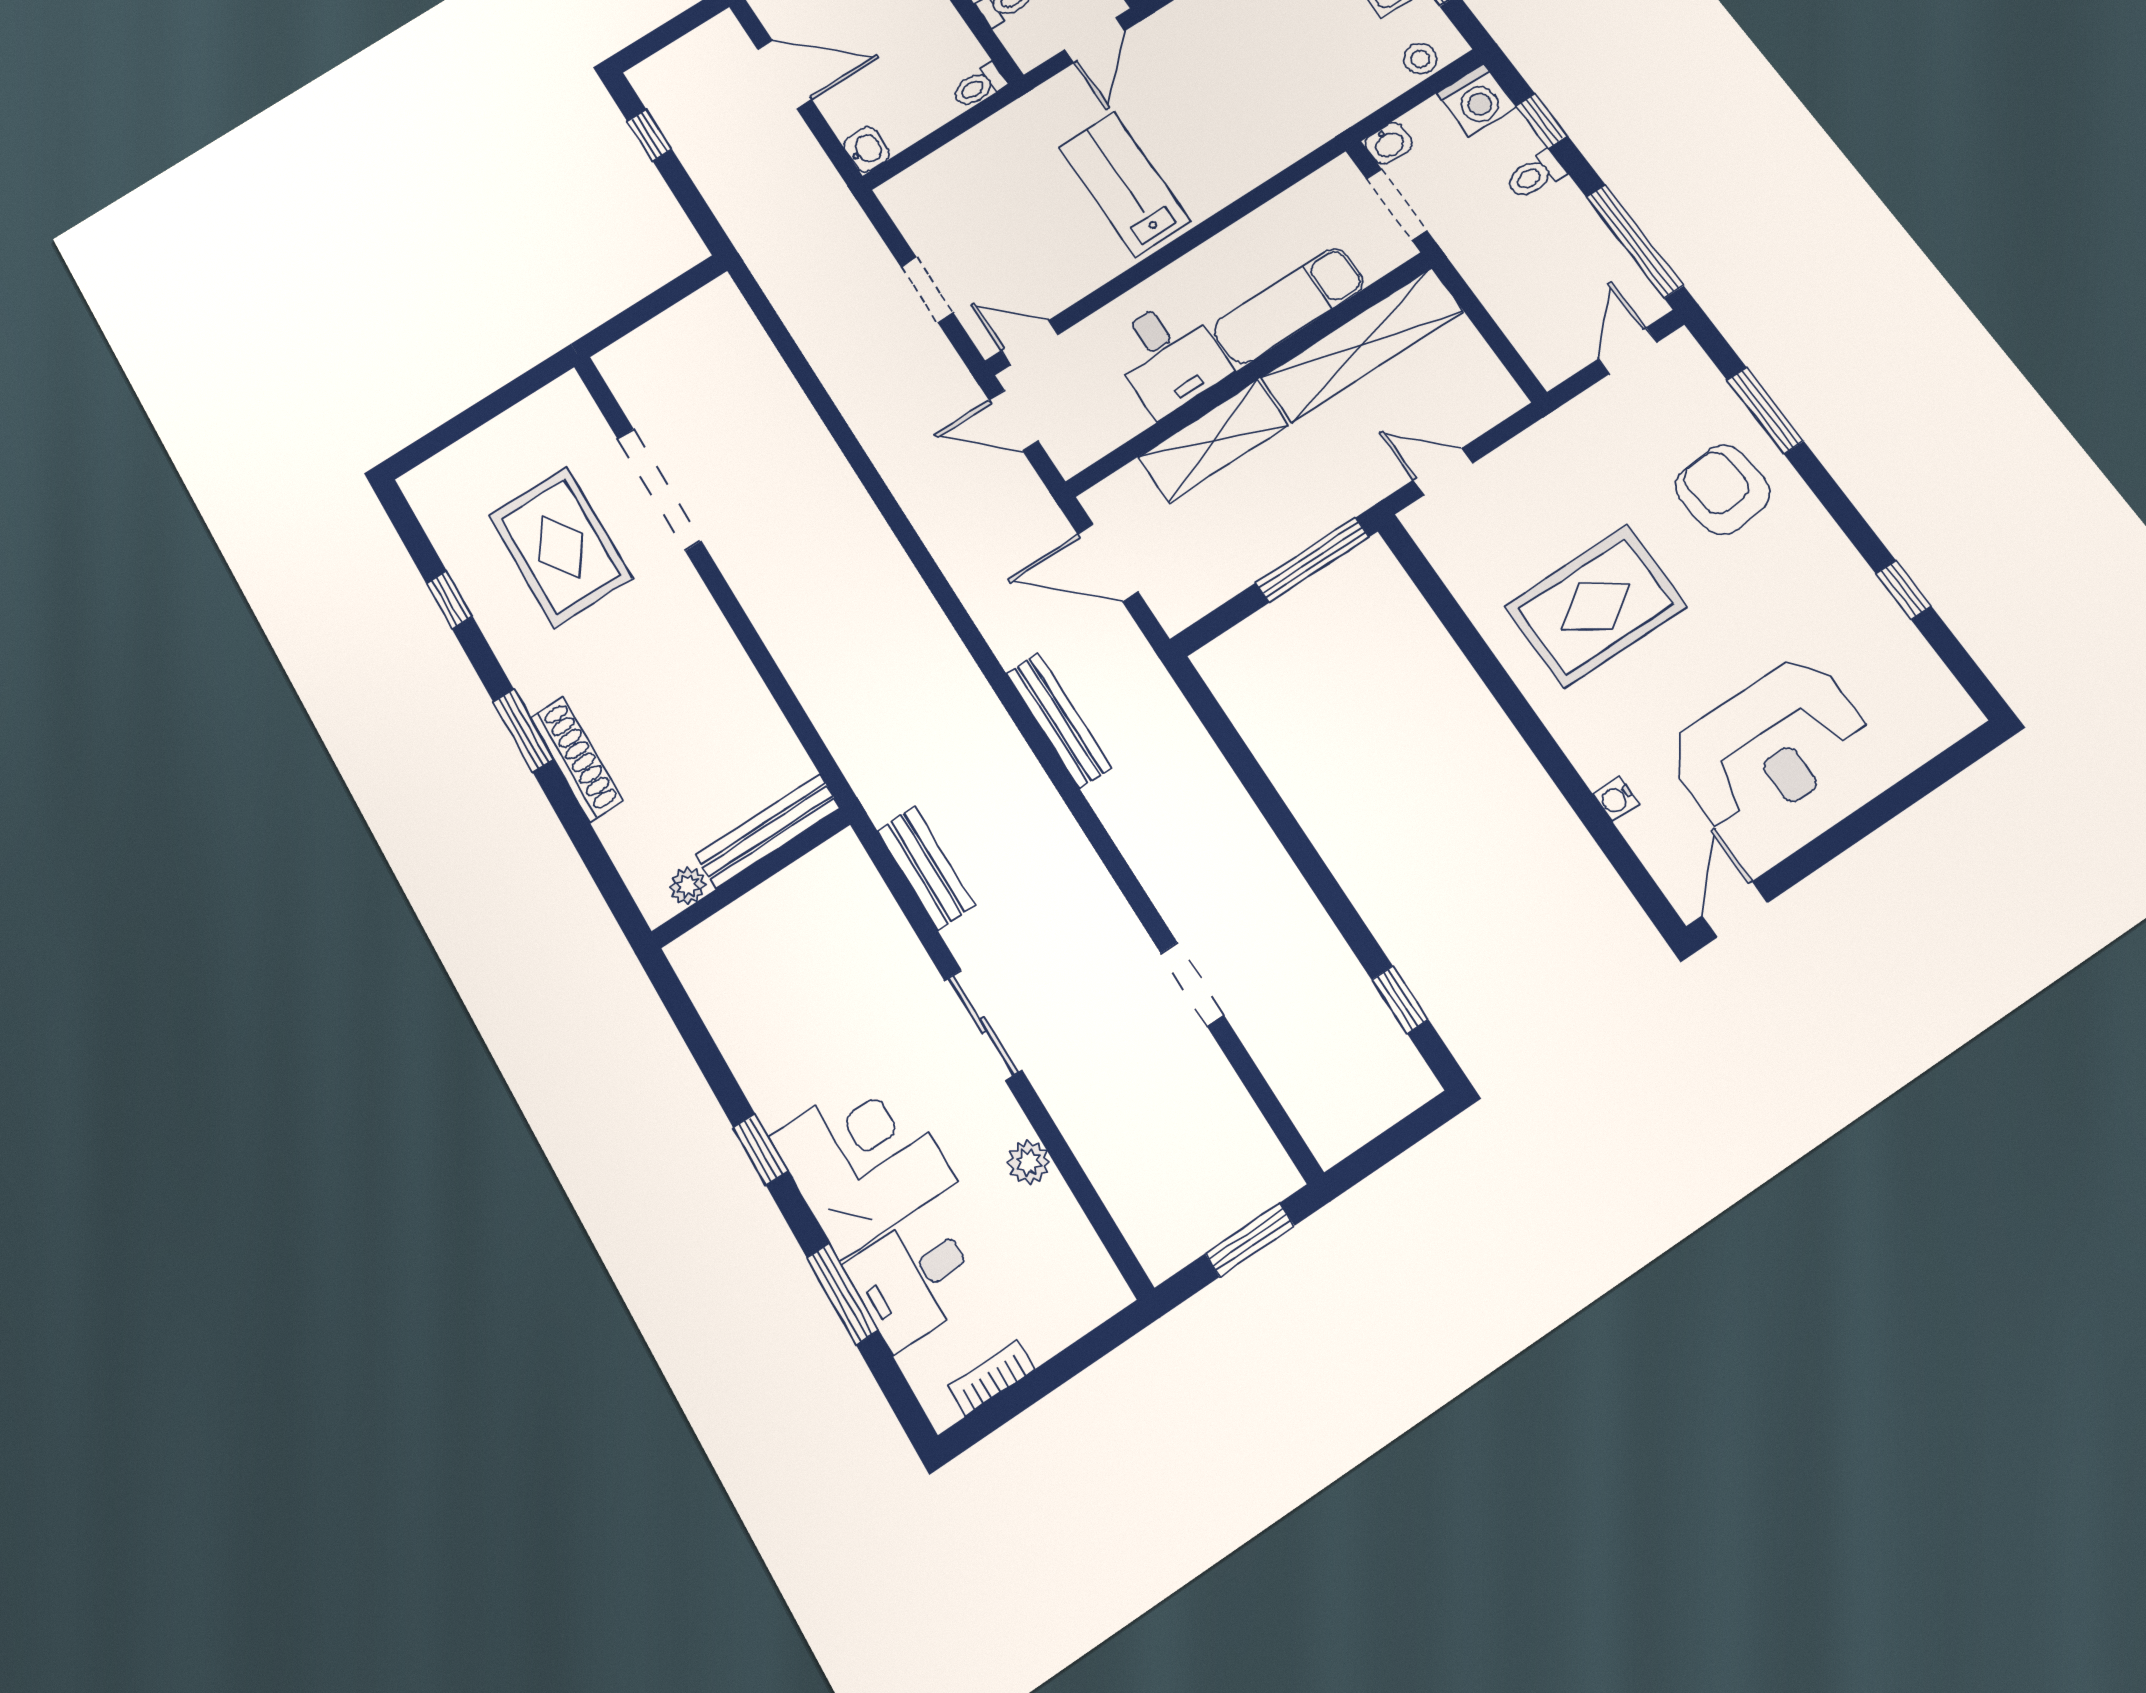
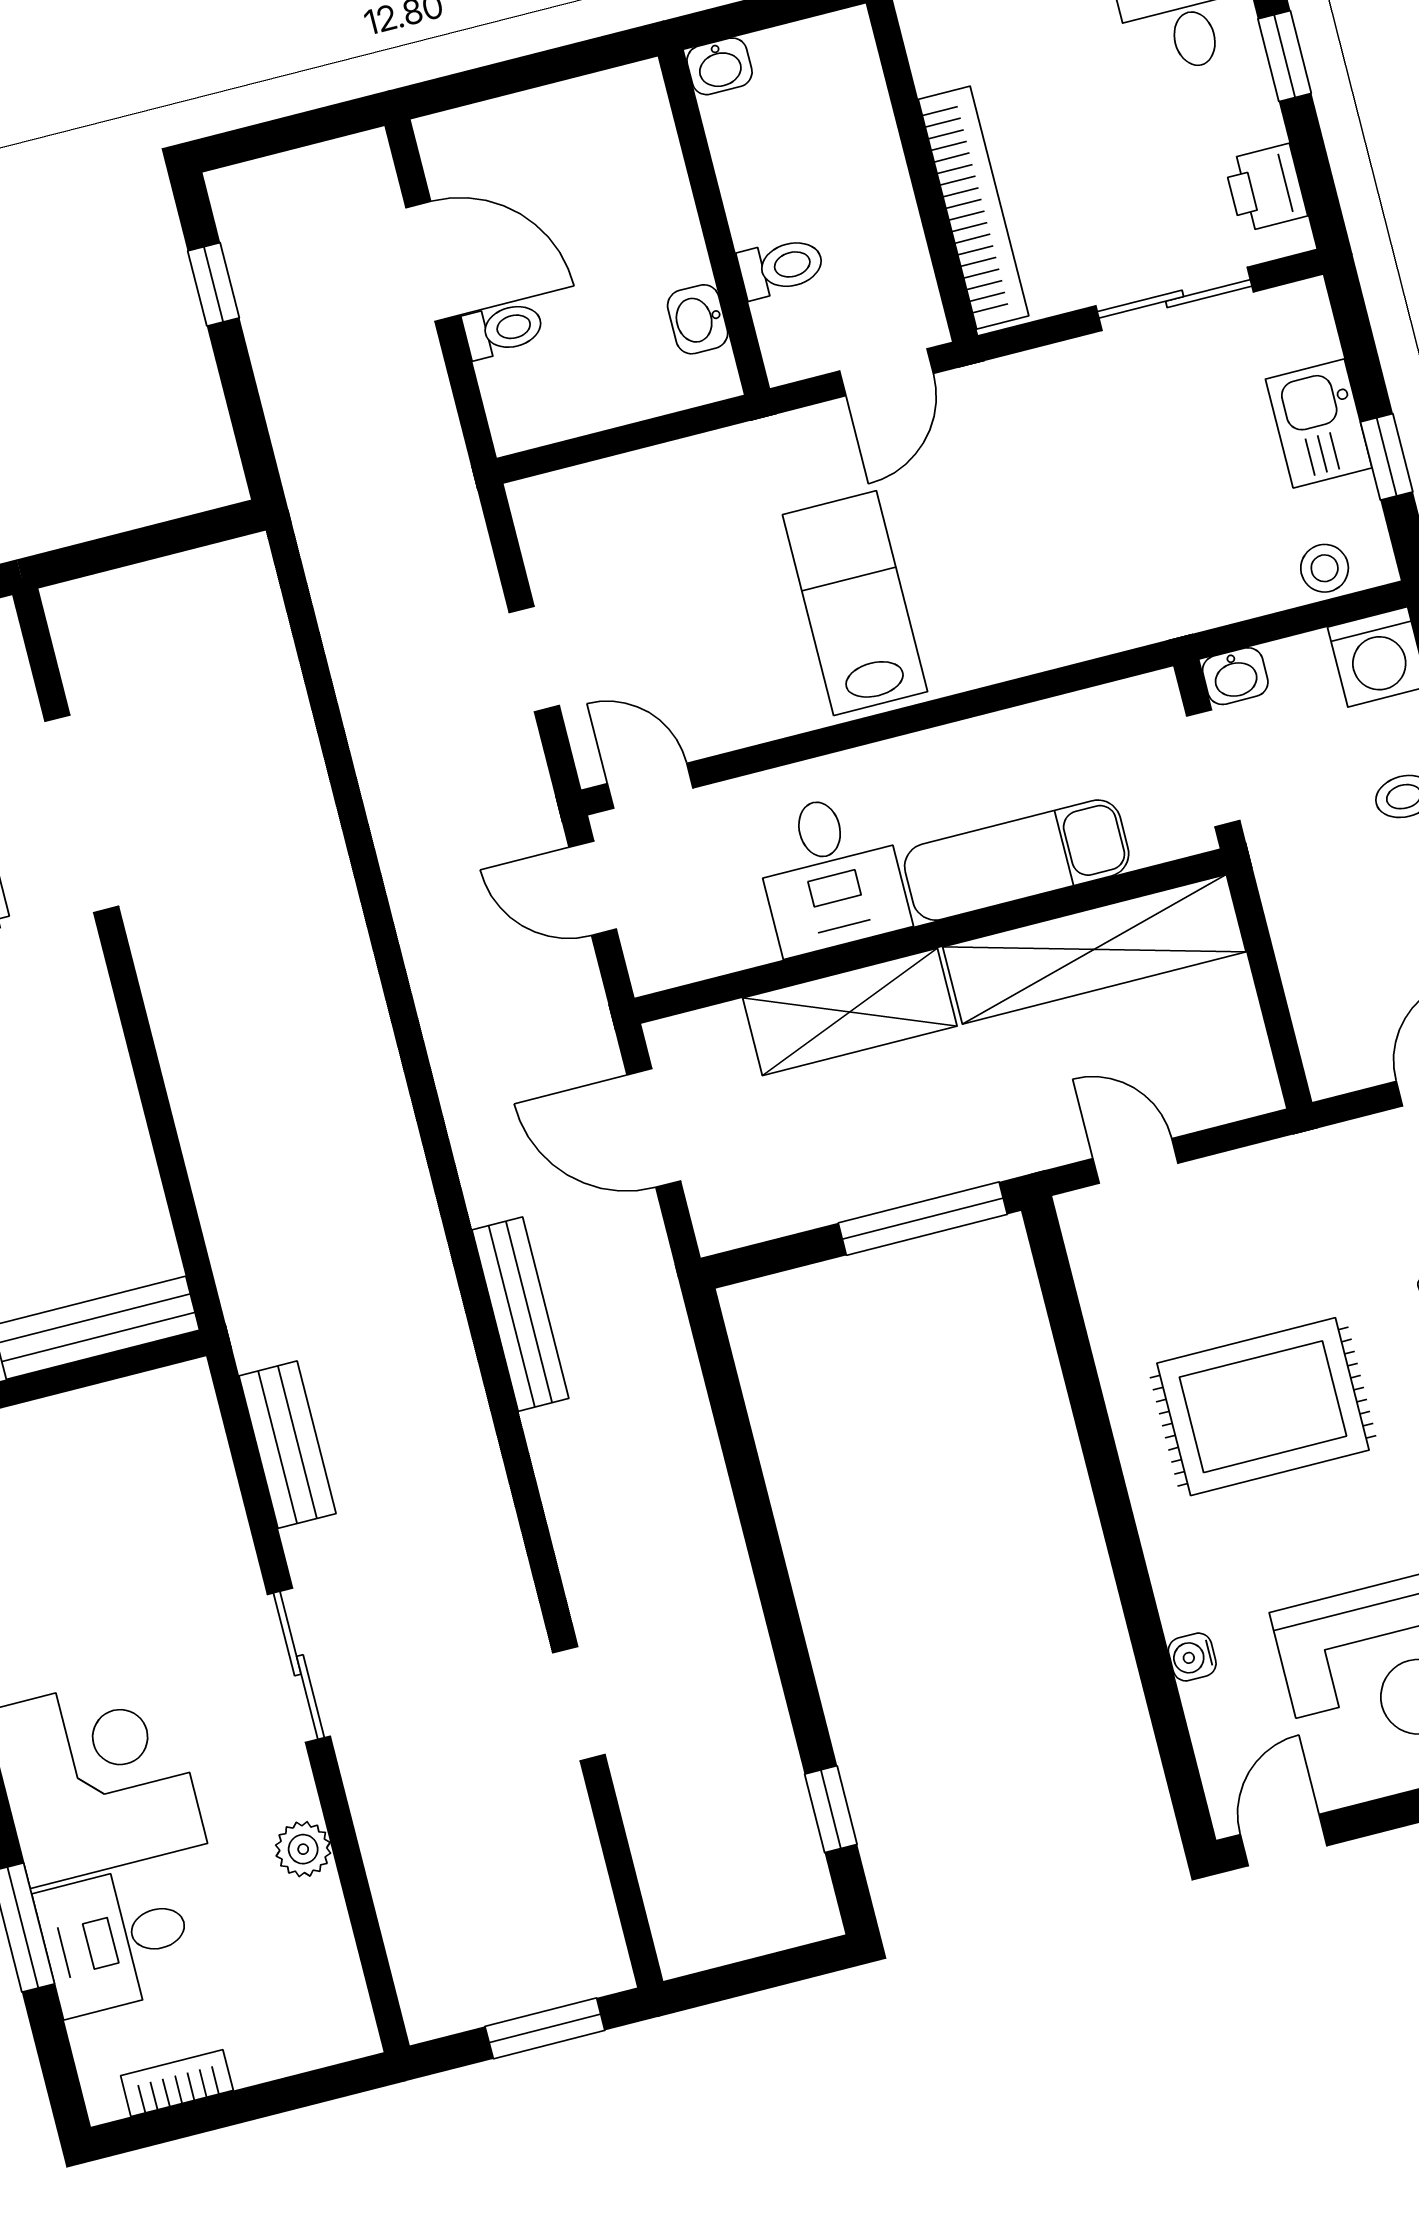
toilet: (978, 86) -> (503, 329), moved, turned 180
washbasin: (866, 150) -> (698, 319), moved, turned 180

